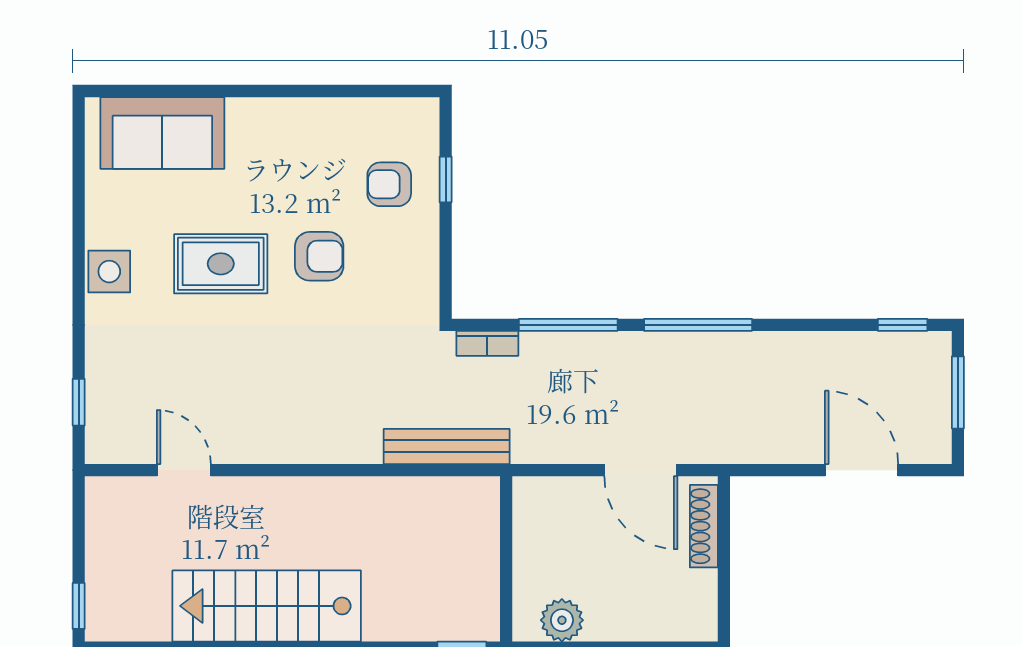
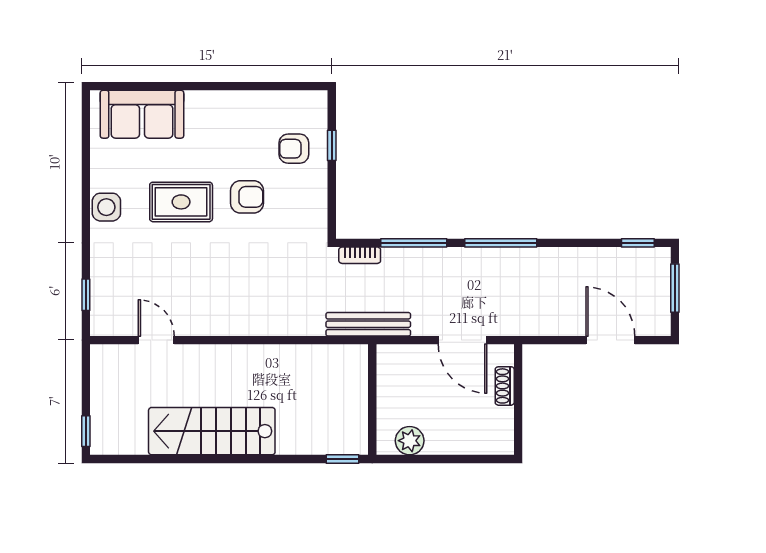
bench: (447, 446) -> (368, 324), moved
shoe rack: (704, 526) -> (505, 386), width x0.70

